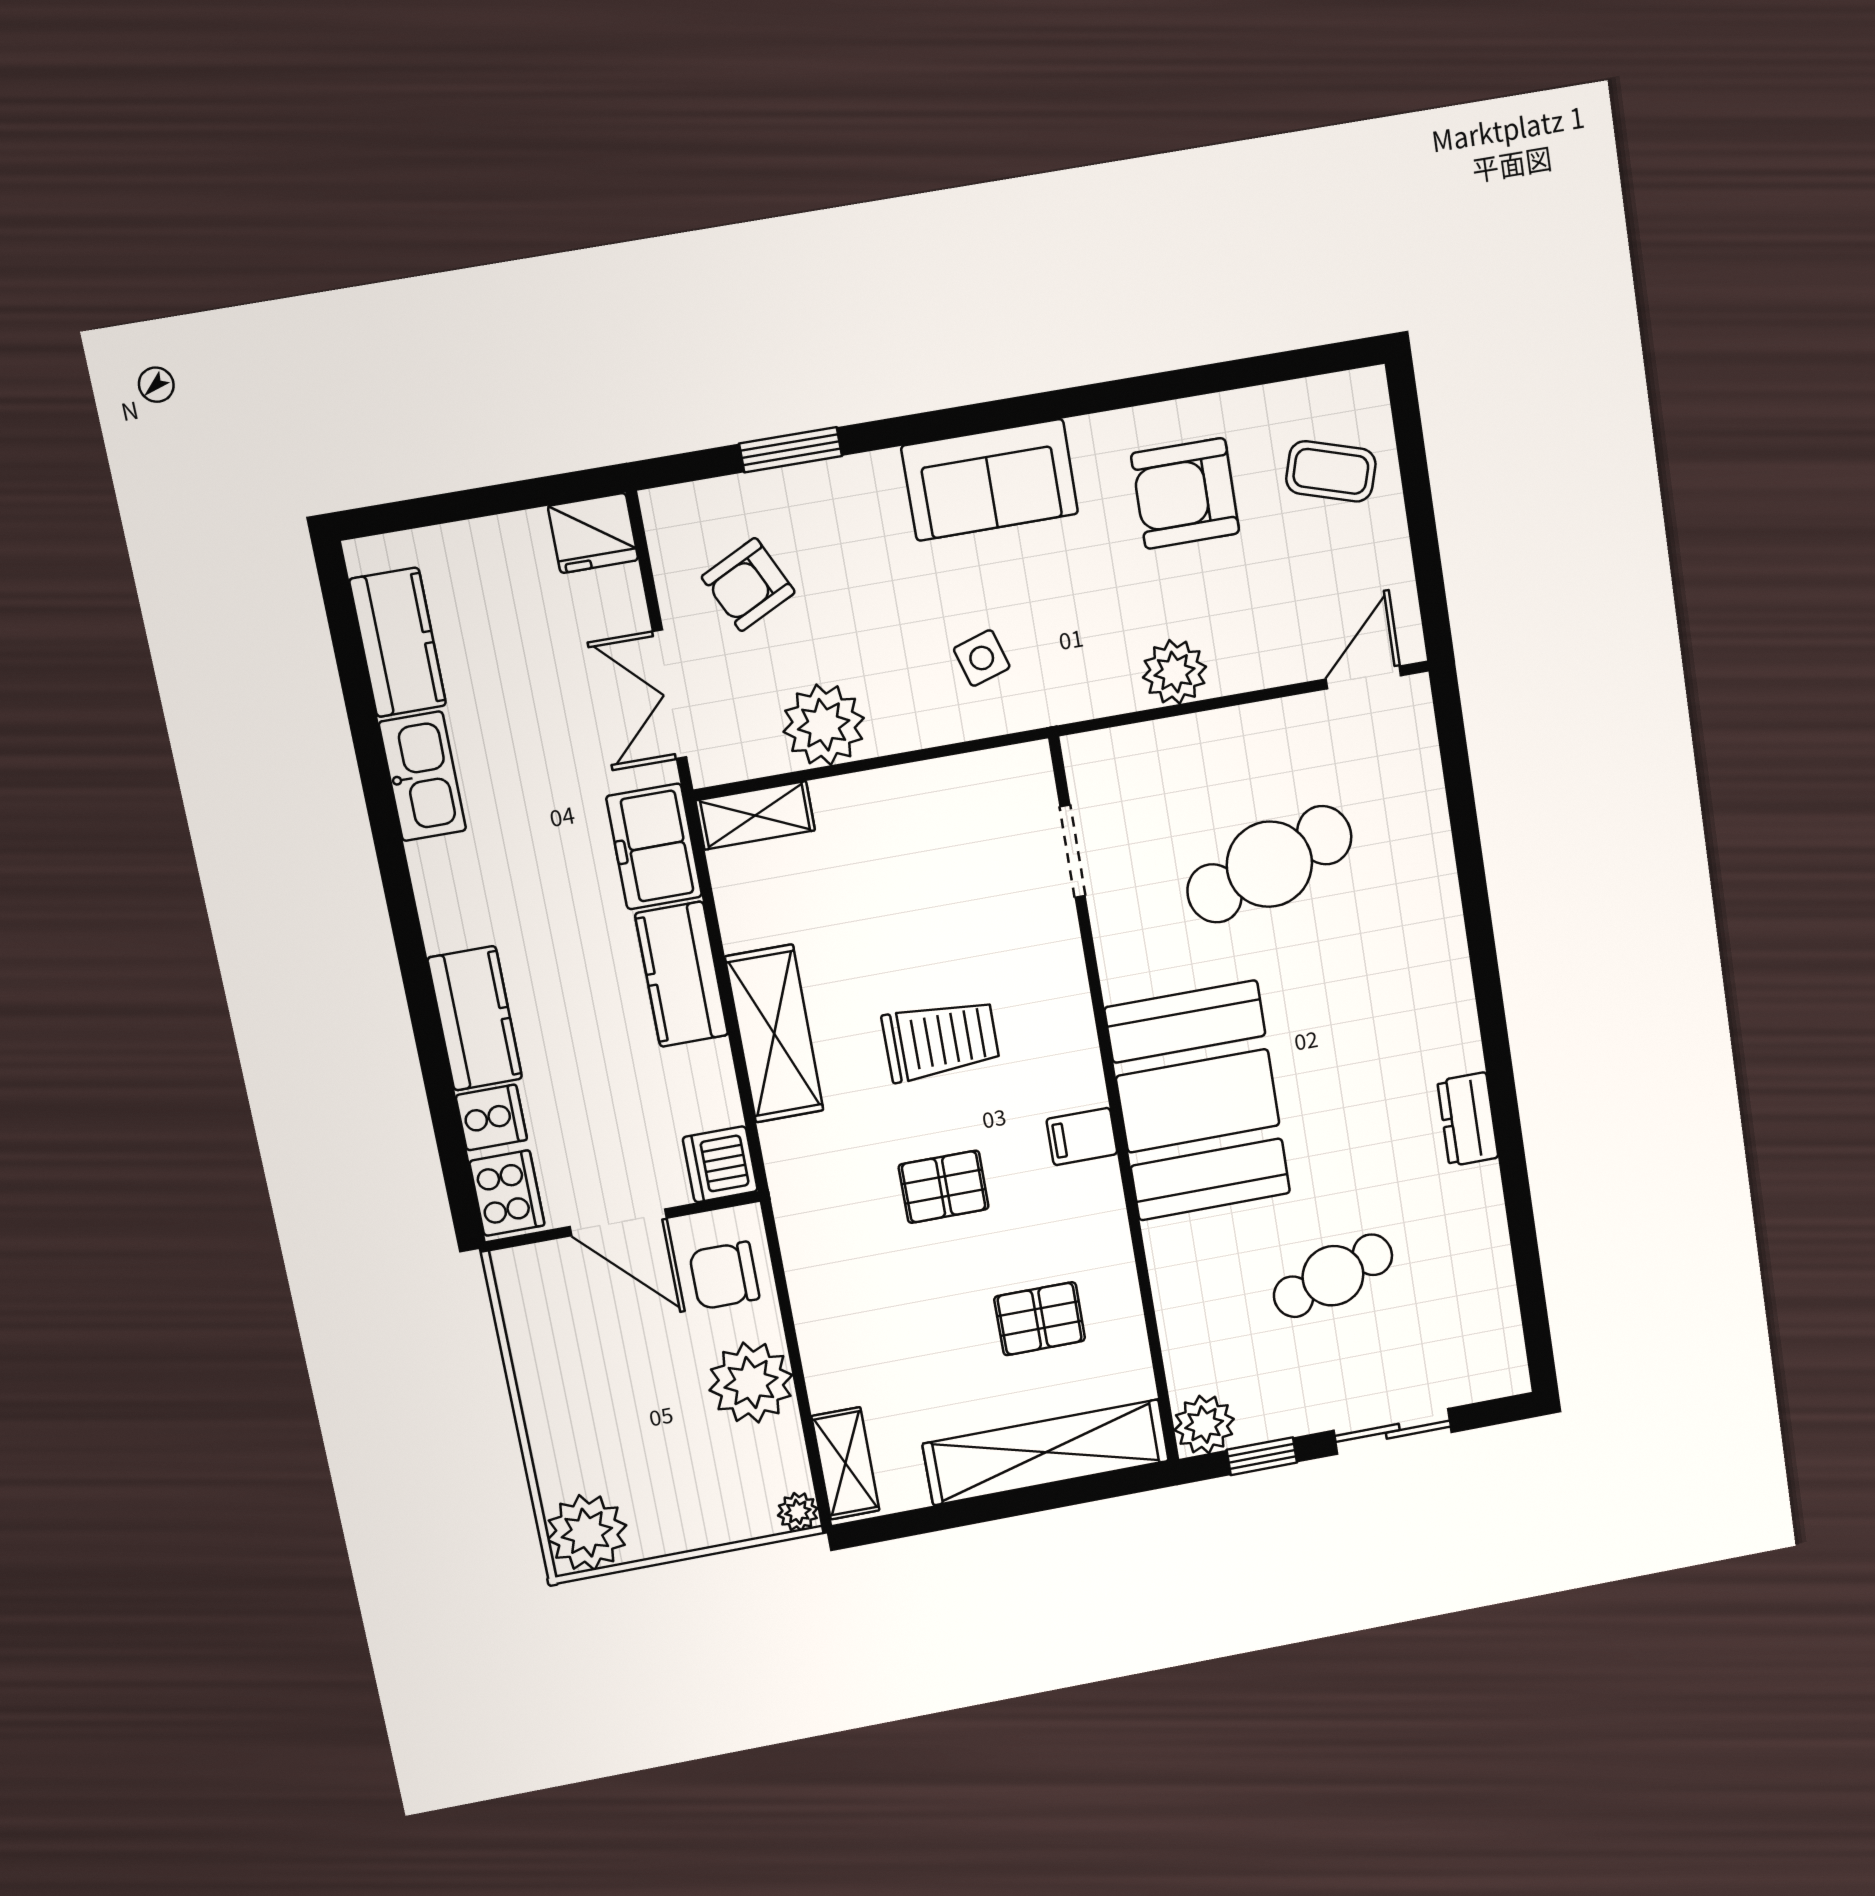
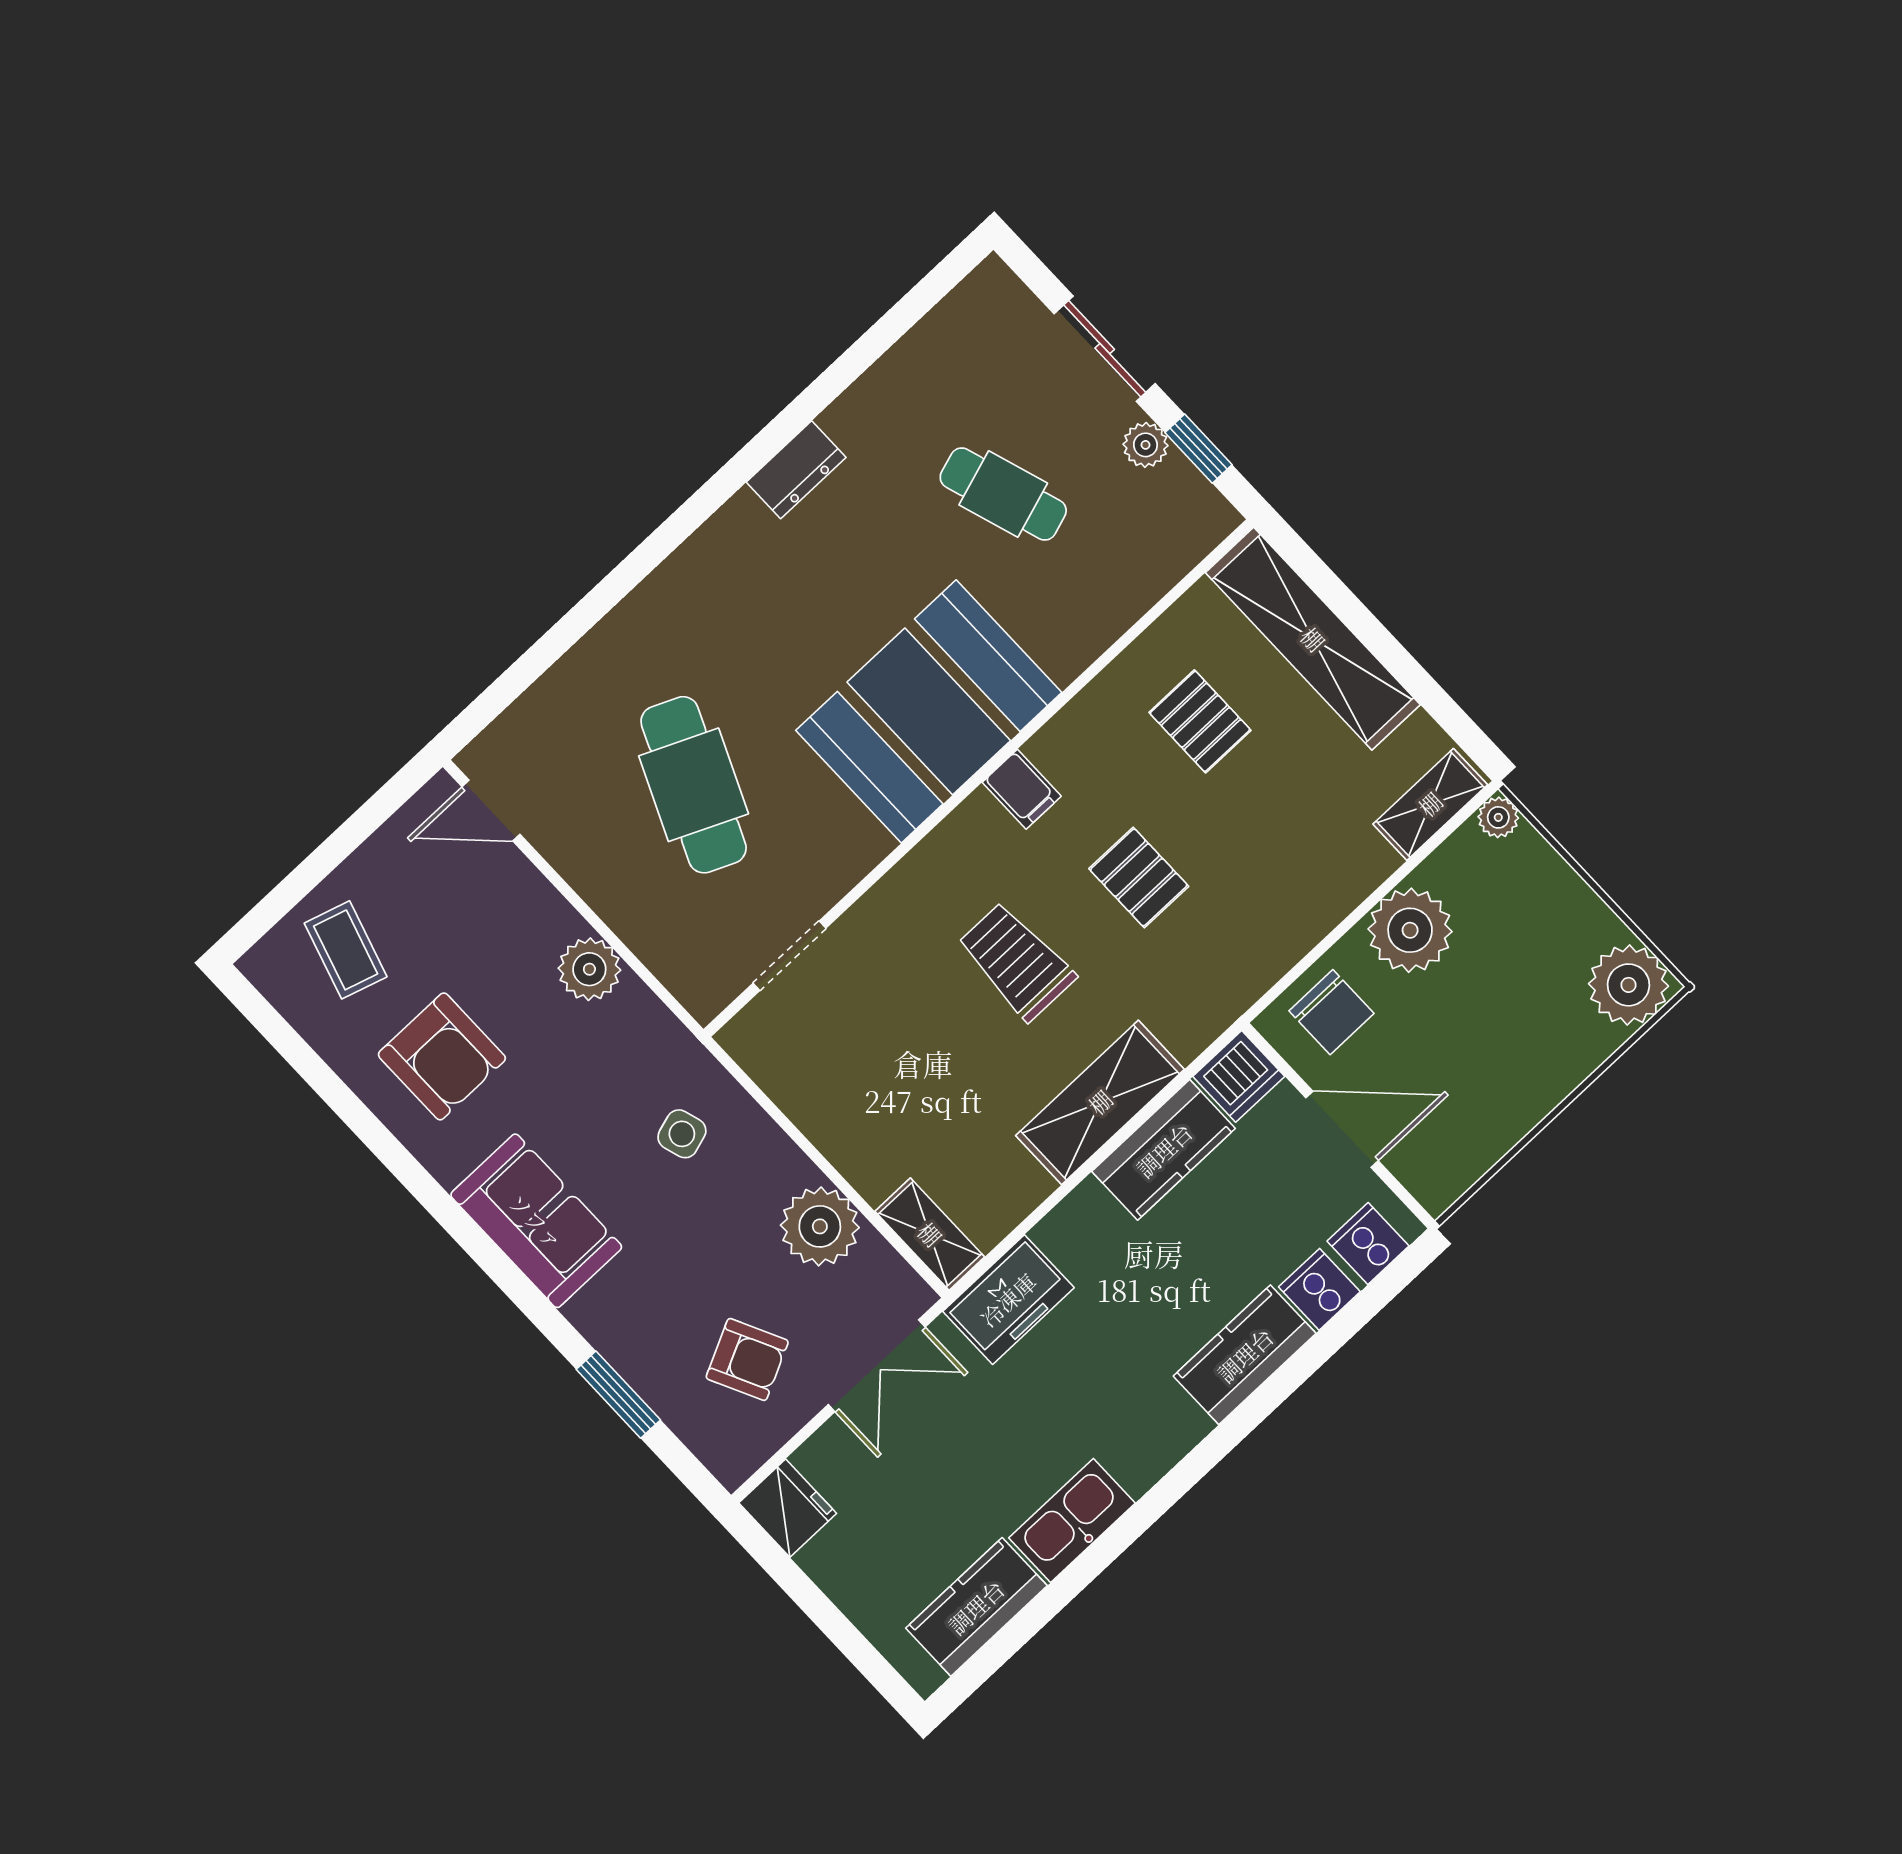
cafe table: (1269, 864) -> (694, 785), turned 42
kitchen counter: (682, 974) -> (1164, 1150), moved
cooker: (507, 1193) -> (1368, 1244), width x0.73
door: (618, 1222) -> (1342, 1129), hinge flipped
plant: (1204, 1425) -> (1145, 445), moved, width x0.73, depth x0.73

